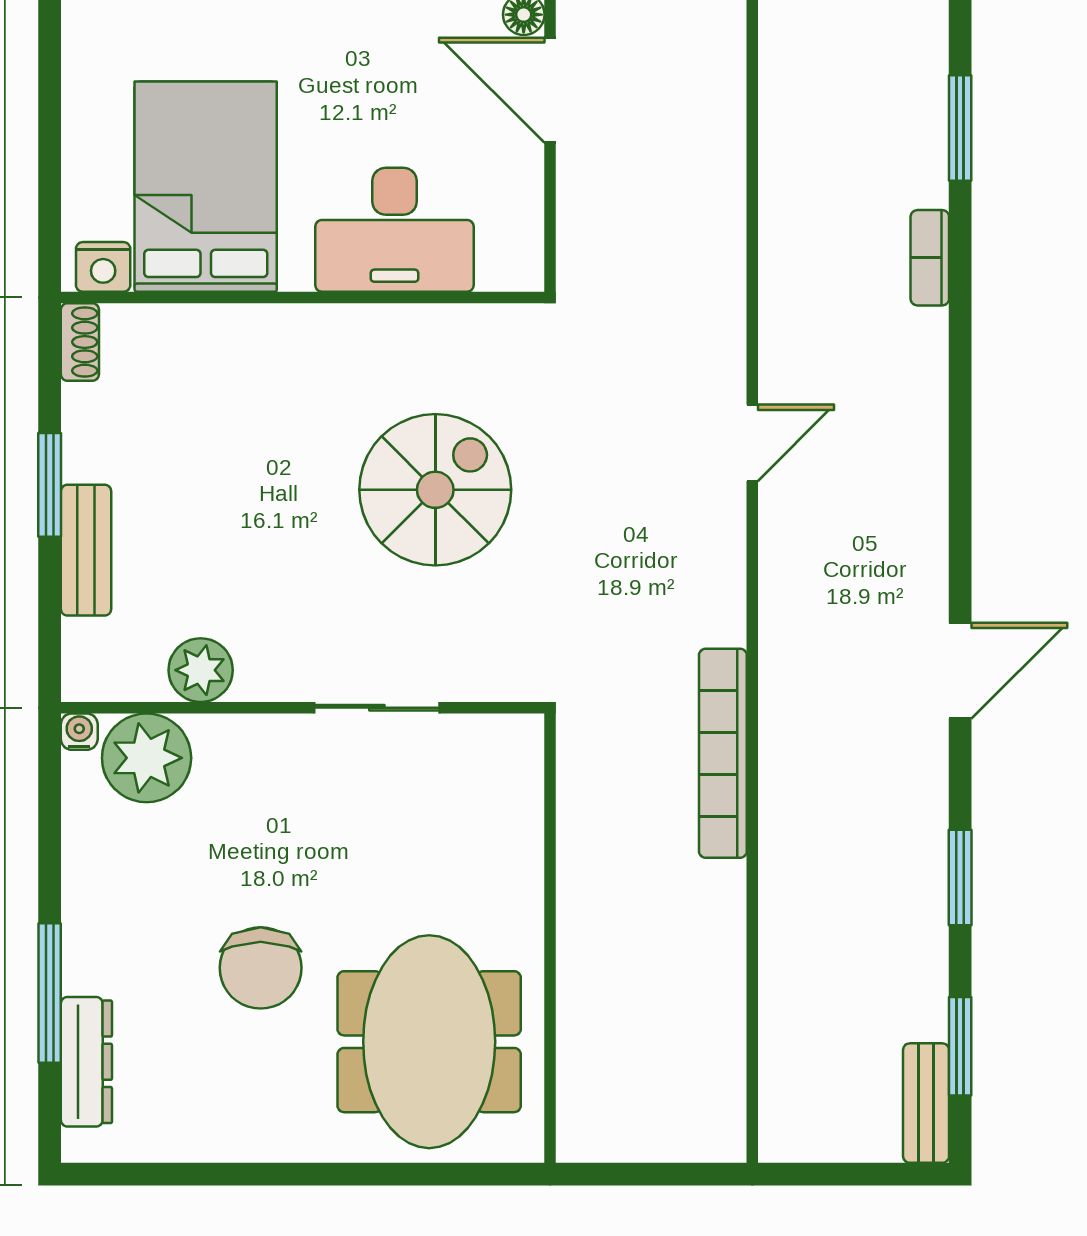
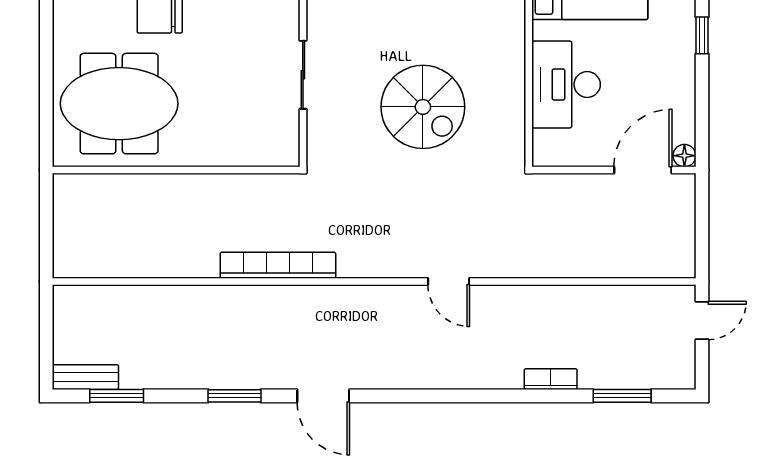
window: (960, 877) -> (234, 396), moved

